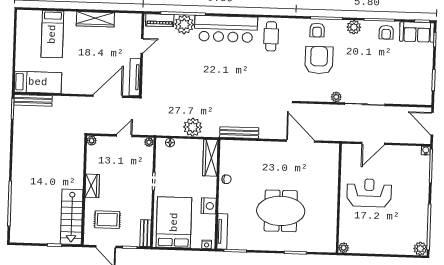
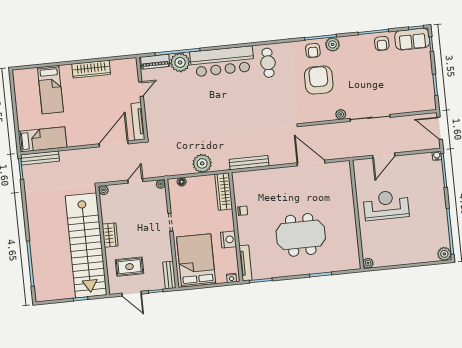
plant: (354, 27) -> (333, 44), moved
stairs: (72, 217) -> (86, 245), width x1.86, depth x1.51

